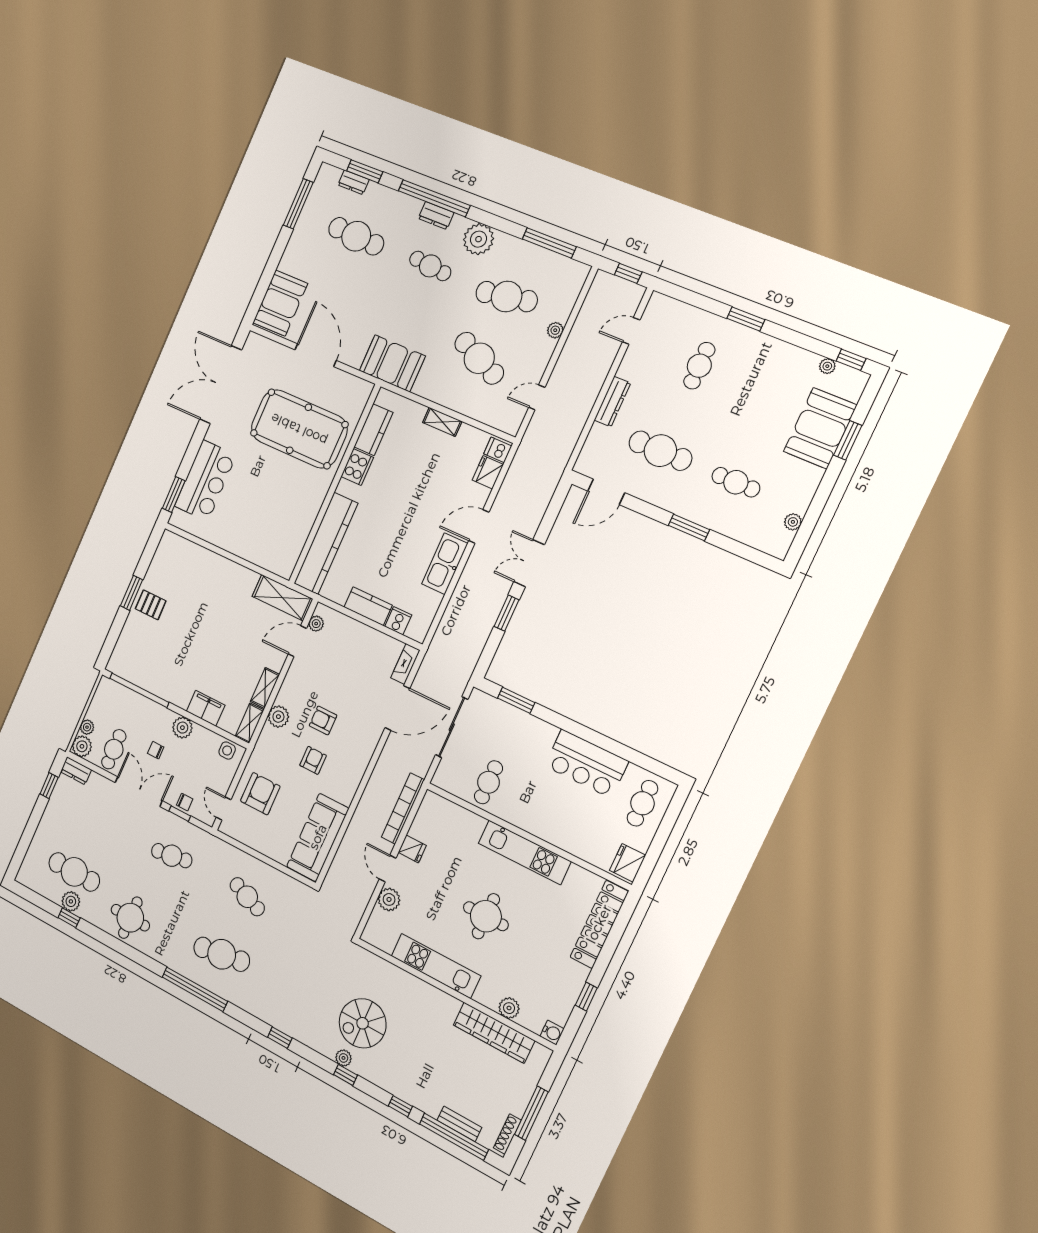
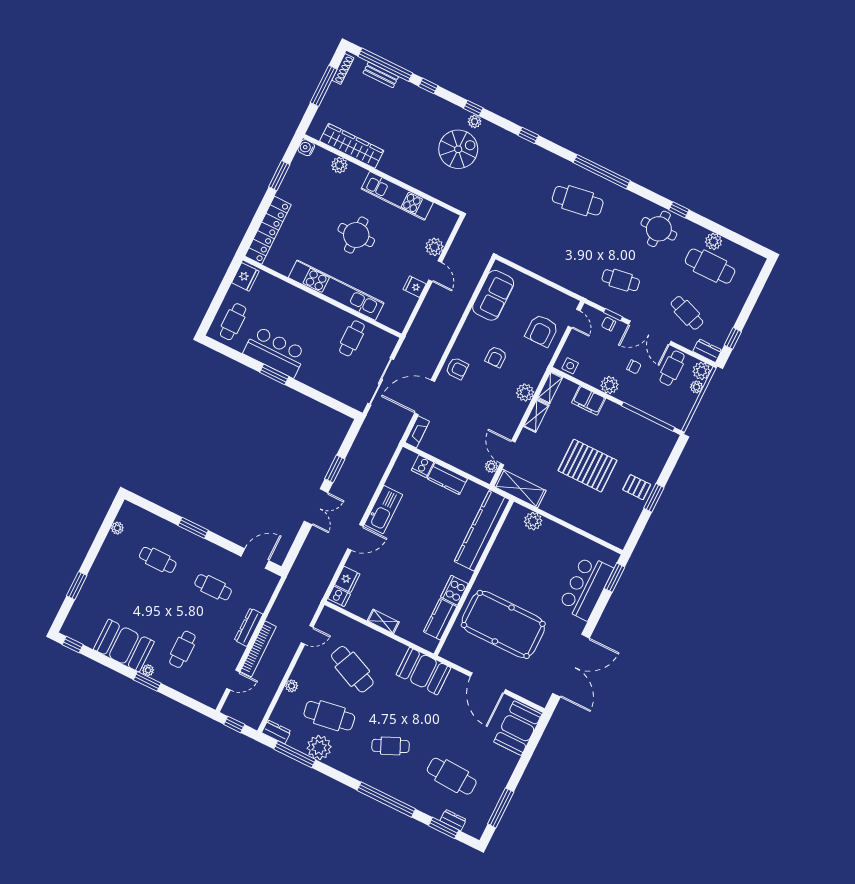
dresser: (436, 216) -> (276, 732), moved
plant: (478, 239) -> (319, 747), moved
cafe table: (430, 266) -> (391, 746), turned -30
plant: (827, 366) -> (148, 670), moved
booth: (820, 428) -> (124, 646), moved, turned 90
cafe table: (660, 451) -> (213, 587), width x0.73, depth x0.74
plant: (267, 558) -> (533, 521), added
pallet: (206, 629) -> (587, 466), added
door: (297, 641) -> (508, 453), swing flipped
window: (516, 700) -> (274, 374), moved
armchair: (323, 720) -> (457, 368), moved
bookcase: (403, 809) -> (258, 649), moved
sofa: (318, 837) -> (493, 295), width x0.73
kitchen unit: (525, 852) -> (336, 290), width x1.36
cafe table: (247, 897) -> (687, 313), moved
window: (69, 918) -> (679, 210), moved
window: (586, 997) -> (279, 176), width x1.50

